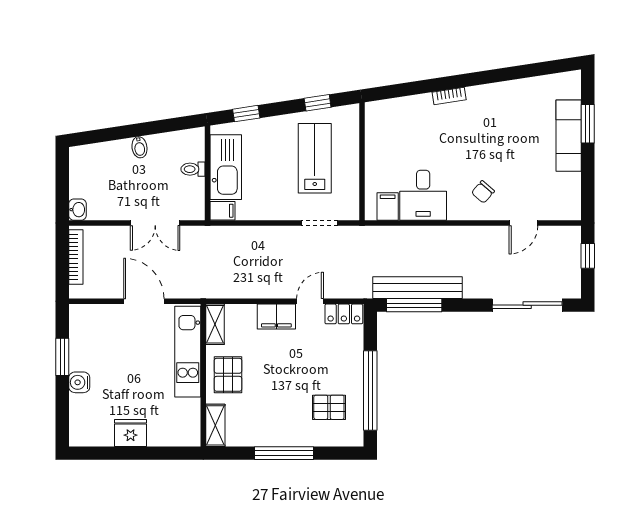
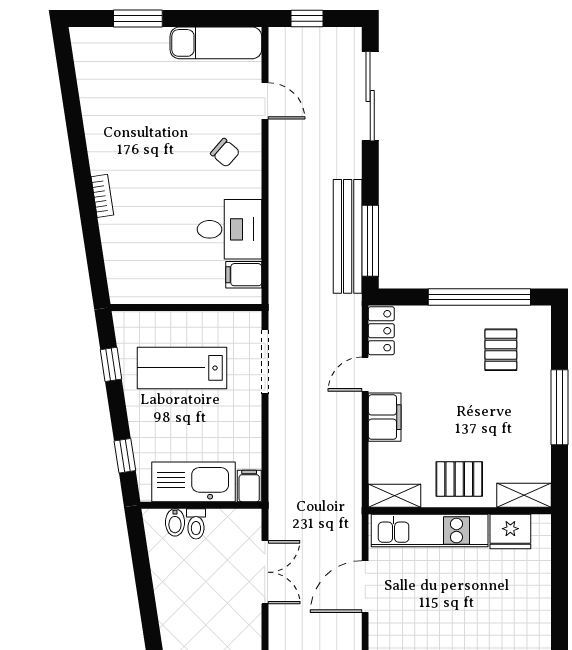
exam couch: (569, 136) -> (216, 43), moved
bidet: (139, 147) -> (175, 522), moved, turned 99
doorway: (320, 223) -> (265, 362), width x1.38
door: (310, 301) -> (365, 374), hinge flipped
fridge: (131, 433) -> (510, 531), moved, turned -90

